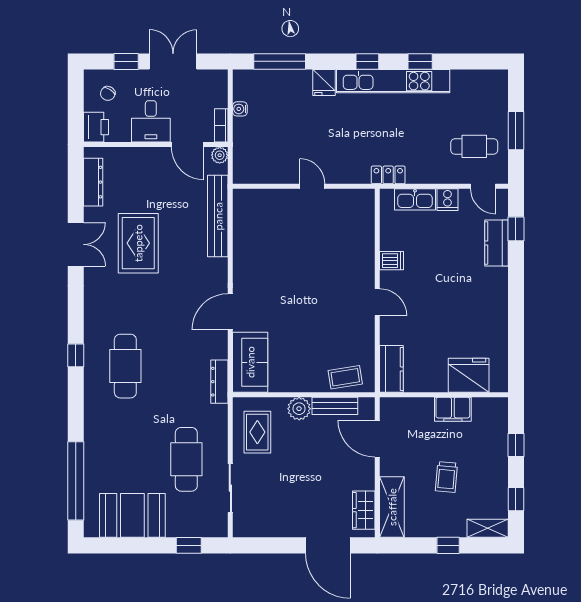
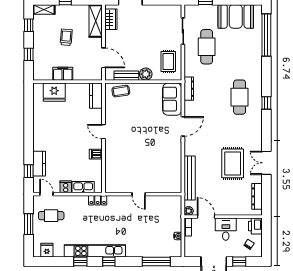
fridge: (324, 83) -> (47, 250), moved

